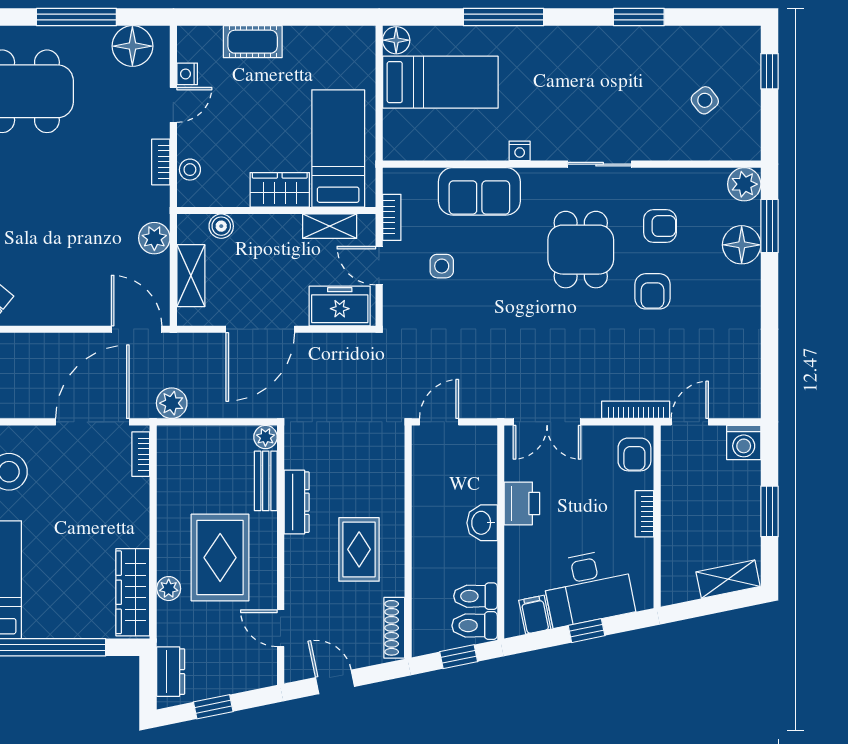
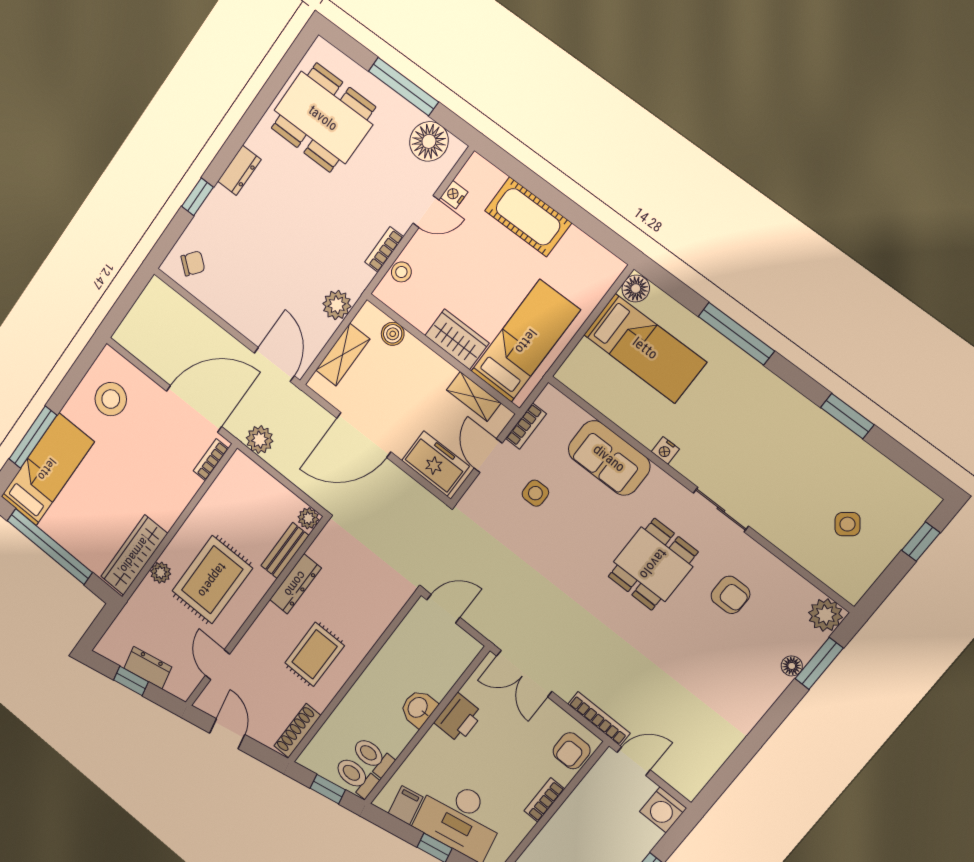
cot: (253, 42) -> (528, 217), width x1.37, depth x1.34
floor lamp: (742, 245) -> (792, 666), width x0.53, depth x0.53
armchair: (653, 291) -> (684, 640), removed
dresser: (171, 672) -> (148, 668), moved, turned -102

